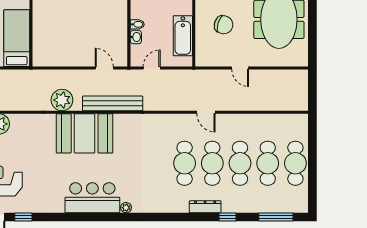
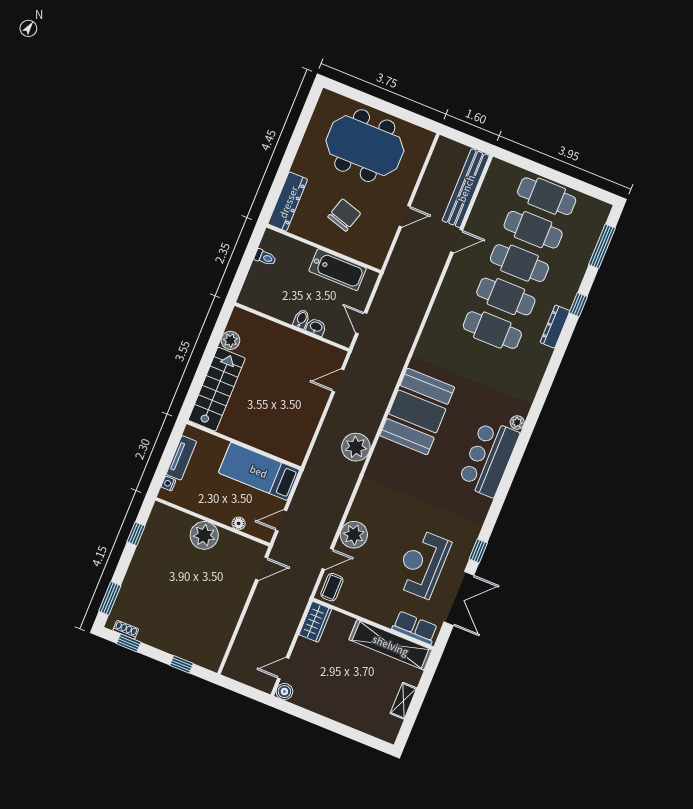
bench: (113, 103) -> (466, 188), moved
door: (206, 112) -> (457, 241), moved
booth: (85, 133) -> (417, 411), moved

